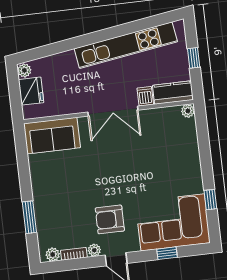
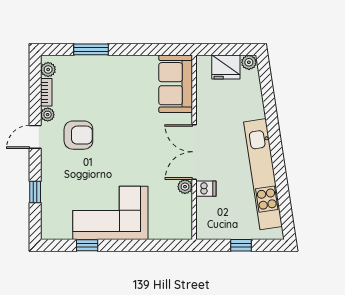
kitchen counter: (173, 93) -> (206, 219), removed
plant: (188, 111) -> (185, 187), moved
armchair: (110, 219) -> (78, 135), turned 90
corner sofa: (173, 222) -> (110, 213), moved, turned -90

